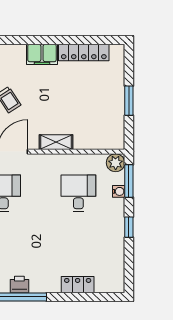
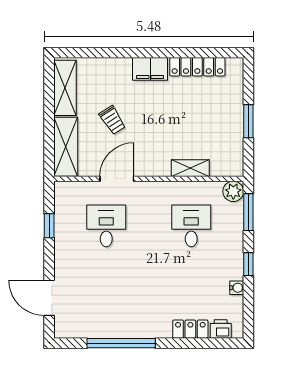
shelving: (56, 142) -> (190, 168), moved
water cooler: (119, 191) -> (237, 288), moved
printer: (19, 284) -> (221, 329), moved

